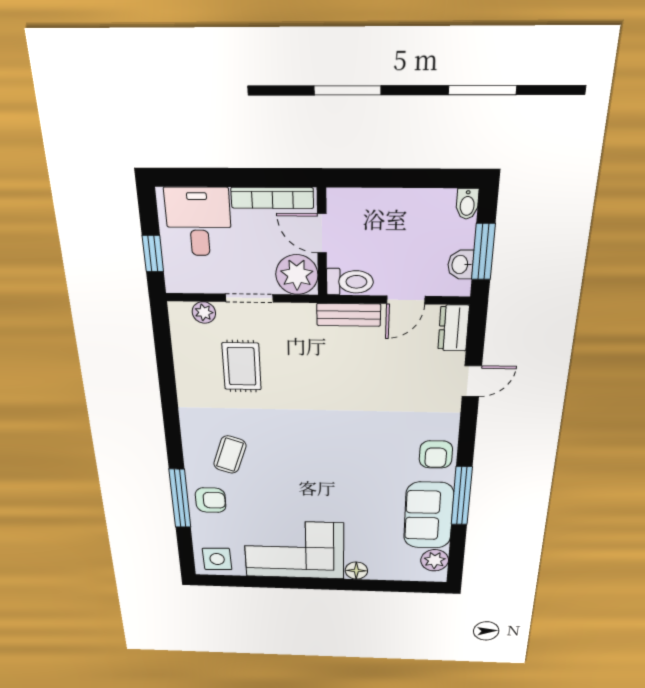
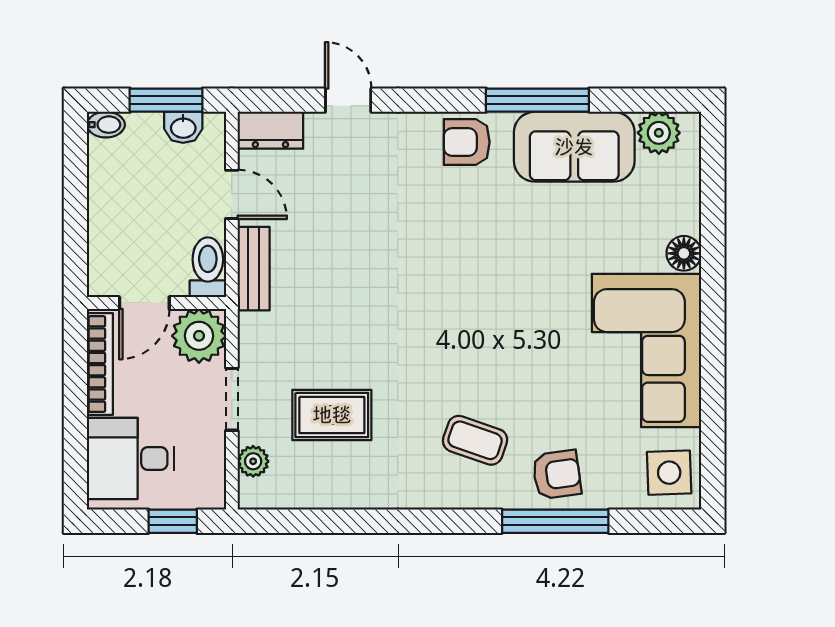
armchair: (436, 454) -> (467, 142), turned 180
armchair: (211, 500) -> (557, 475), turned 82

